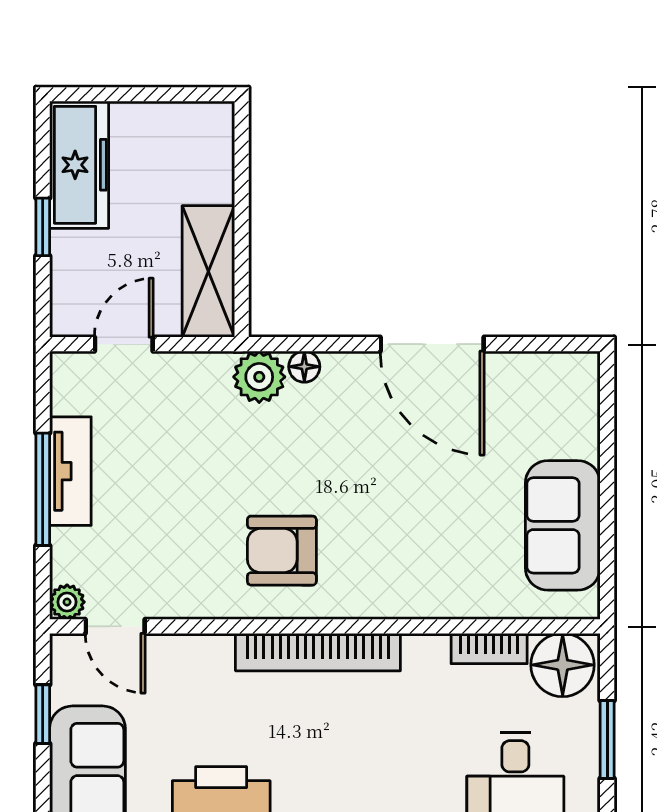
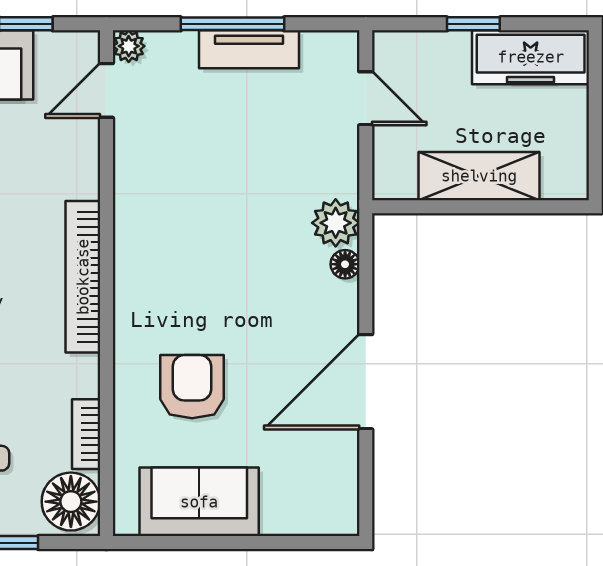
shelving: (208, 271) -> (479, 176), moved
armchair: (282, 551) -> (192, 387), moved

